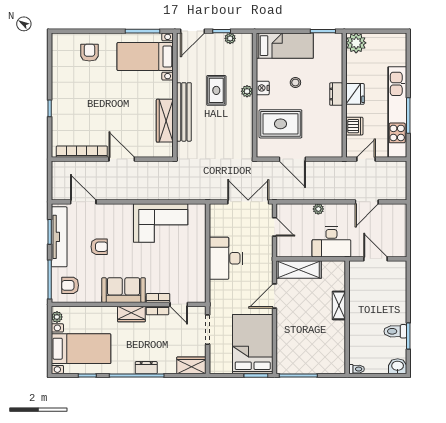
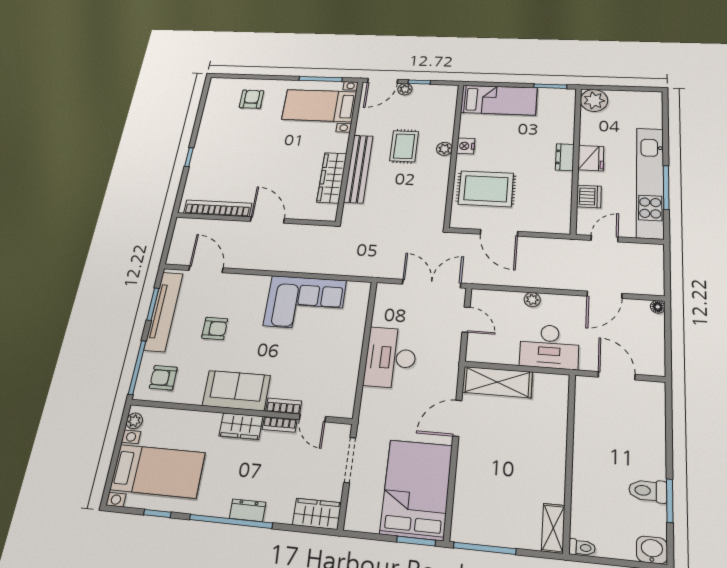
plant: (230, 38) -> (405, 89), moved
stool: (295, 83) -> (510, 142), removed
floor lamp: (402, 208) -> (658, 307), added
shelving: (339, 305) -> (553, 528), moved

